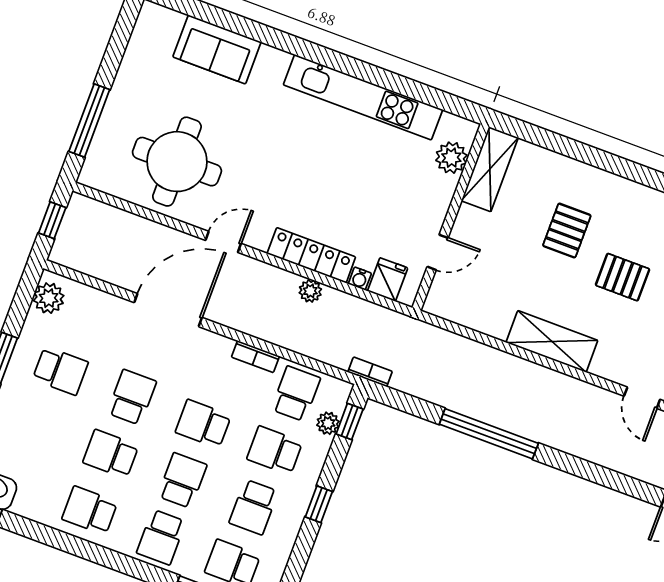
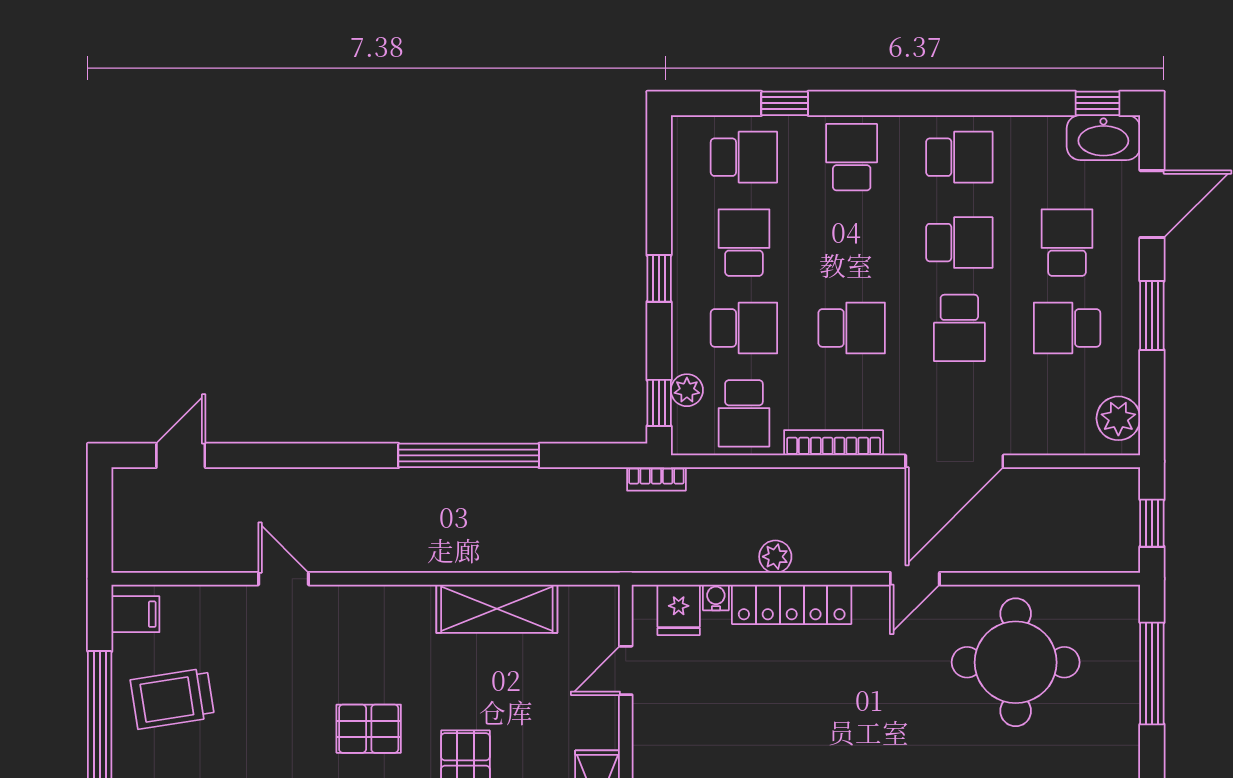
shelving: (552, 341) -> (497, 609), moved
bookcase: (255, 357) -> (834, 443), width x1.56
school desk: (182, 480) -> (1067, 243), moved, turned 180

